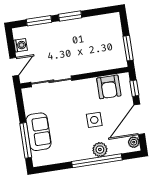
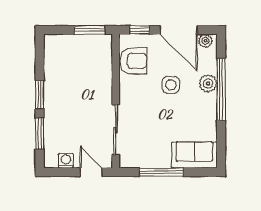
sofa: (39, 132) -> (194, 155), moved
window: (26, 140) -> (161, 172), moved

